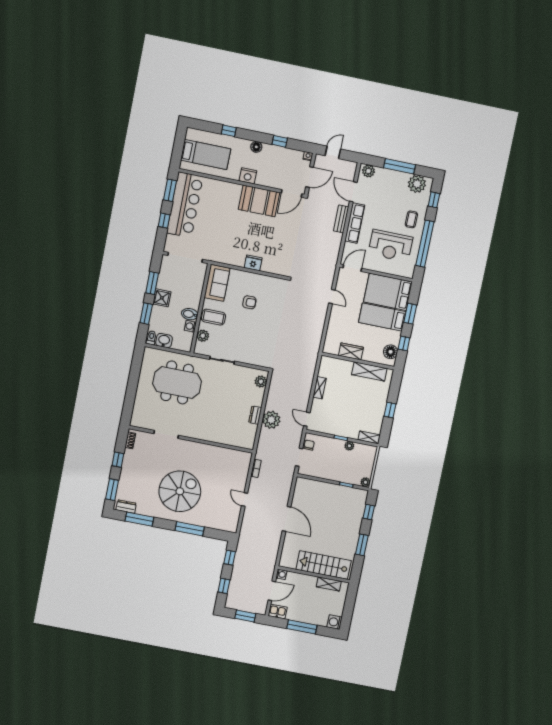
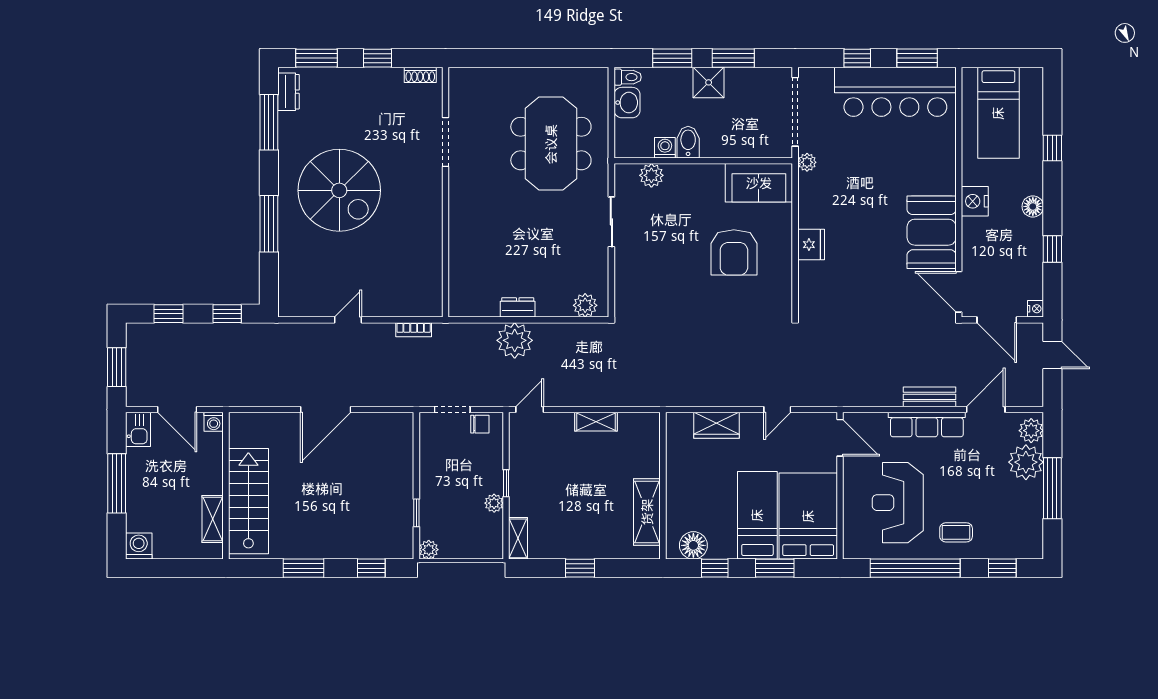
plant: (417, 184) -> (1026, 462), moved
plant: (212, 257) -> (807, 162), added
armchair: (249, 302) -> (734, 252), width x1.88, depth x1.88
coffee table: (213, 317) -> (692, 189), removed
wardrobe: (351, 351) -> (717, 425), moved, turned 90

